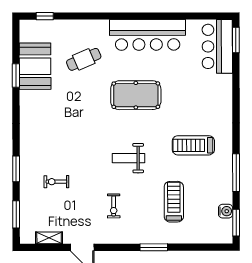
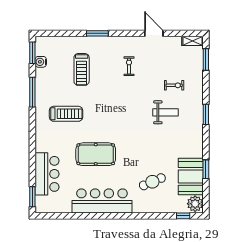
plant: (30, 32) -> (195, 204), added
bar counter: (217, 46) -> (47, 174), moved
pool table: (136, 95) -> (96, 154), moved
weight bench: (128, 158) -> (165, 112), moved
window: (16, 169) -> (206, 114), moved
shelving: (49, 238) -> (193, 41), moved

